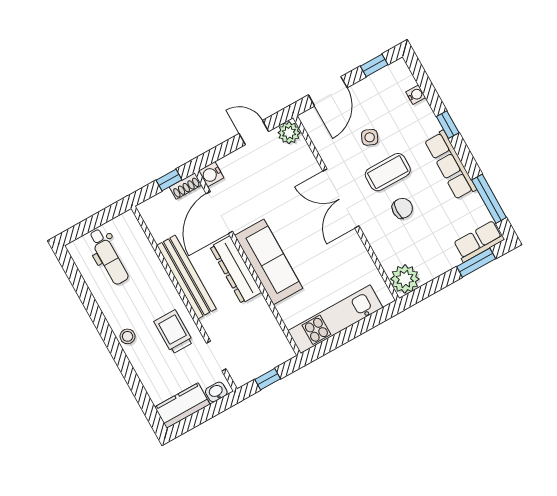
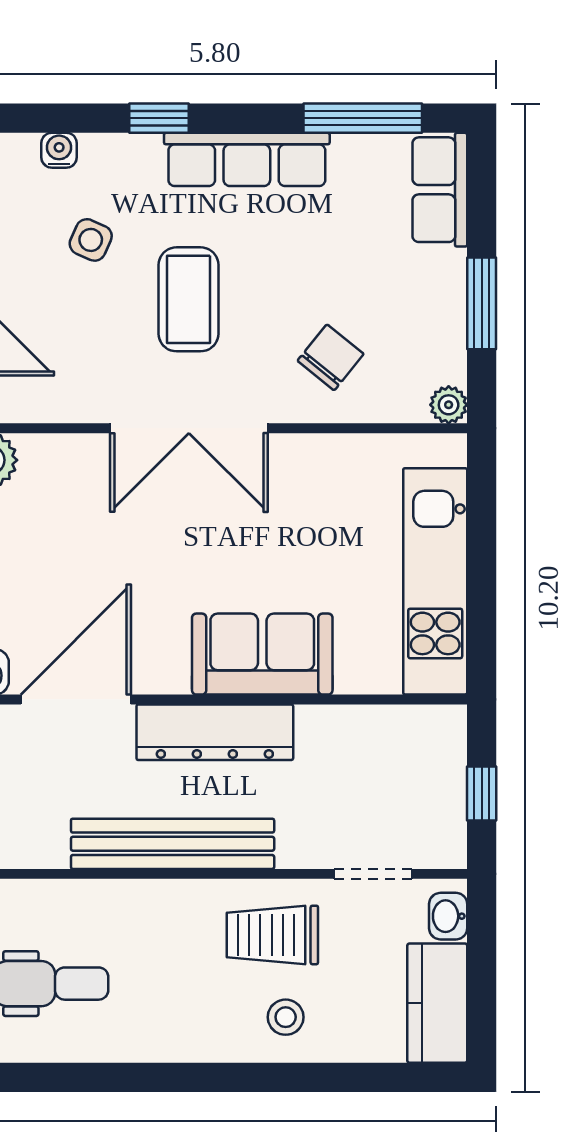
side table: (370, 137) -> (91, 240), moved
chair: (402, 208) -> (331, 357), moved, turned 39
door: (219, 213) -> (76, 699), swing flipped
sofa: (269, 262) -> (262, 654), width x0.73
window: (476, 263) -> (482, 303), moved
plant: (405, 279) -> (449, 405), width x0.53, depth x0.53
stool: (128, 336) -> (286, 1017), moved

